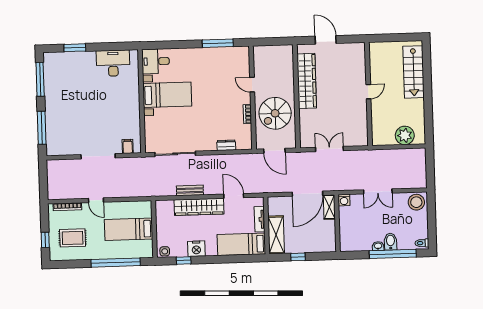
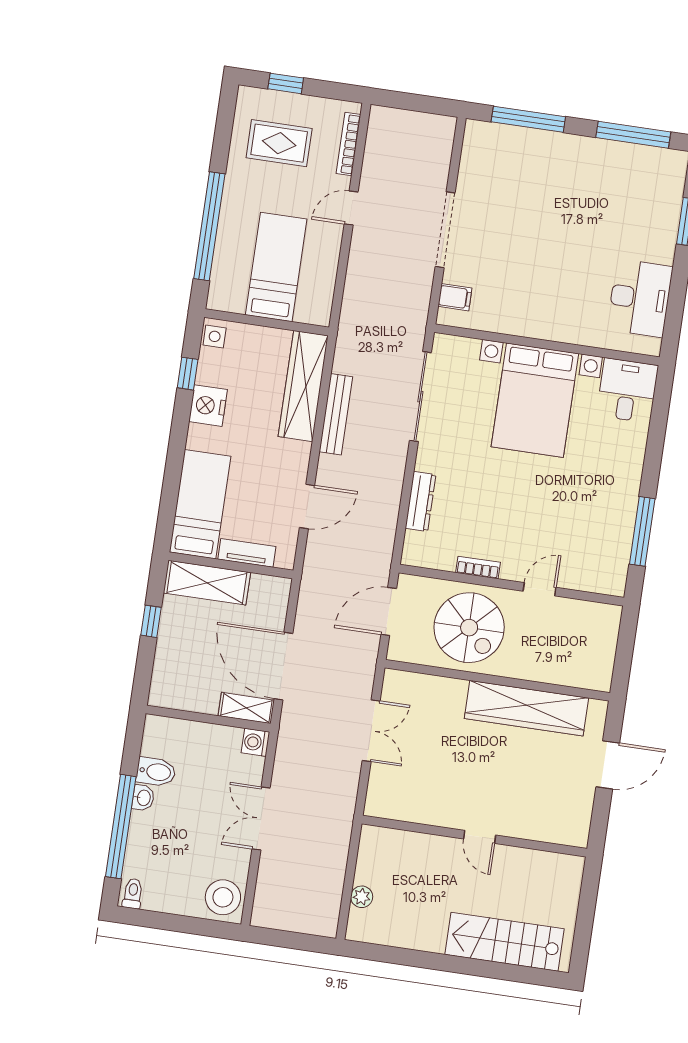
bed with nightstands: (167, 95) -> (535, 400), width x1.36
spiral stairs: (275, 113) -> (469, 628), turned 180
plant: (405, 135) -> (362, 897), width x0.53, depth x0.53
dresser: (226, 145) -> (420, 501), width x1.44
bench: (190, 190) -> (336, 414), width x1.36
wardrobe: (199, 207) -> (303, 386), moved
rug: (73, 238) -> (279, 143), turned 90
bidet: (391, 242) -> (156, 772), moved

